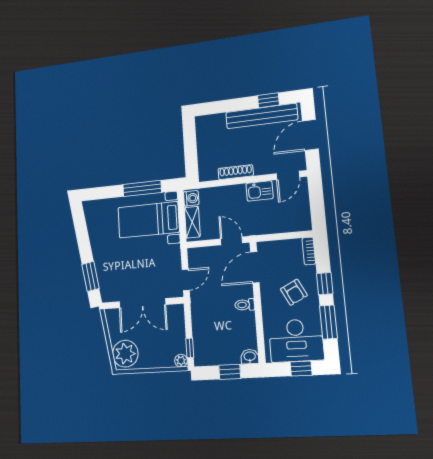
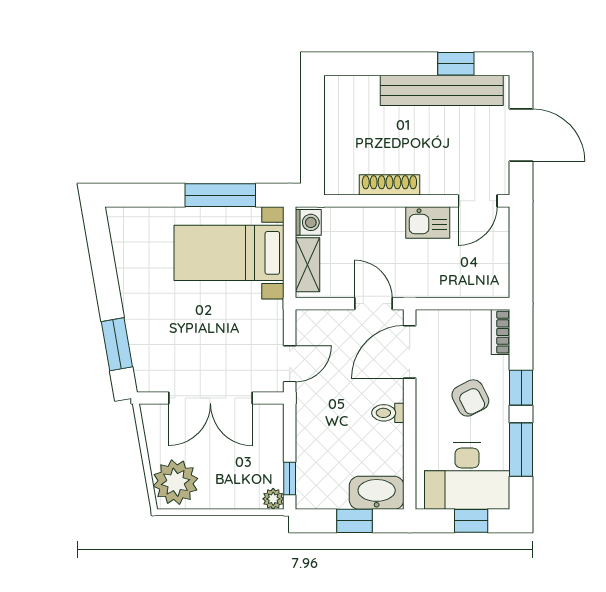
door: (310, 135) -> (521, 135), swing flipped
washbasin: (250, 357) -> (377, 493), width x1.91, depth x1.45

